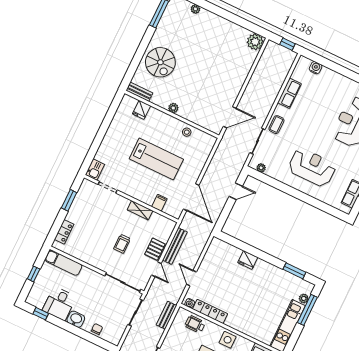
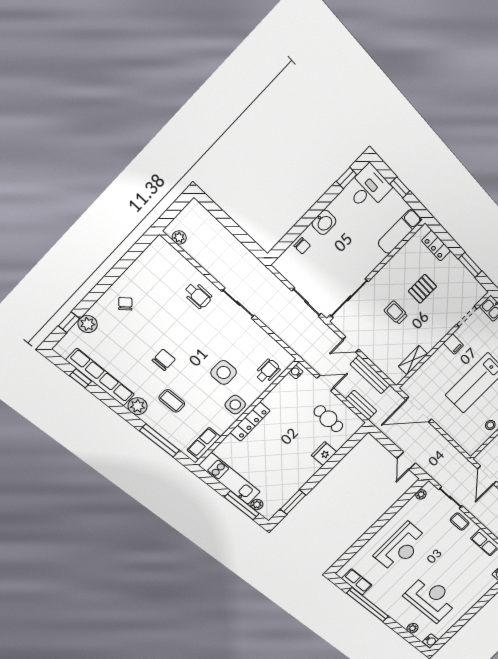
filing cabinet: (159, 203) -> (453, 344), moved
shelving: (140, 210) -> (413, 360), moved
pallet: (155, 249) -> (422, 289), moved, turned 90
cafe table: (219, 266) -> (328, 419), added
desk: (59, 303) -> (368, 188), moved, turned 90
locker: (210, 311) -> (250, 422), moved
bench: (166, 315) -> (361, 405), moved

